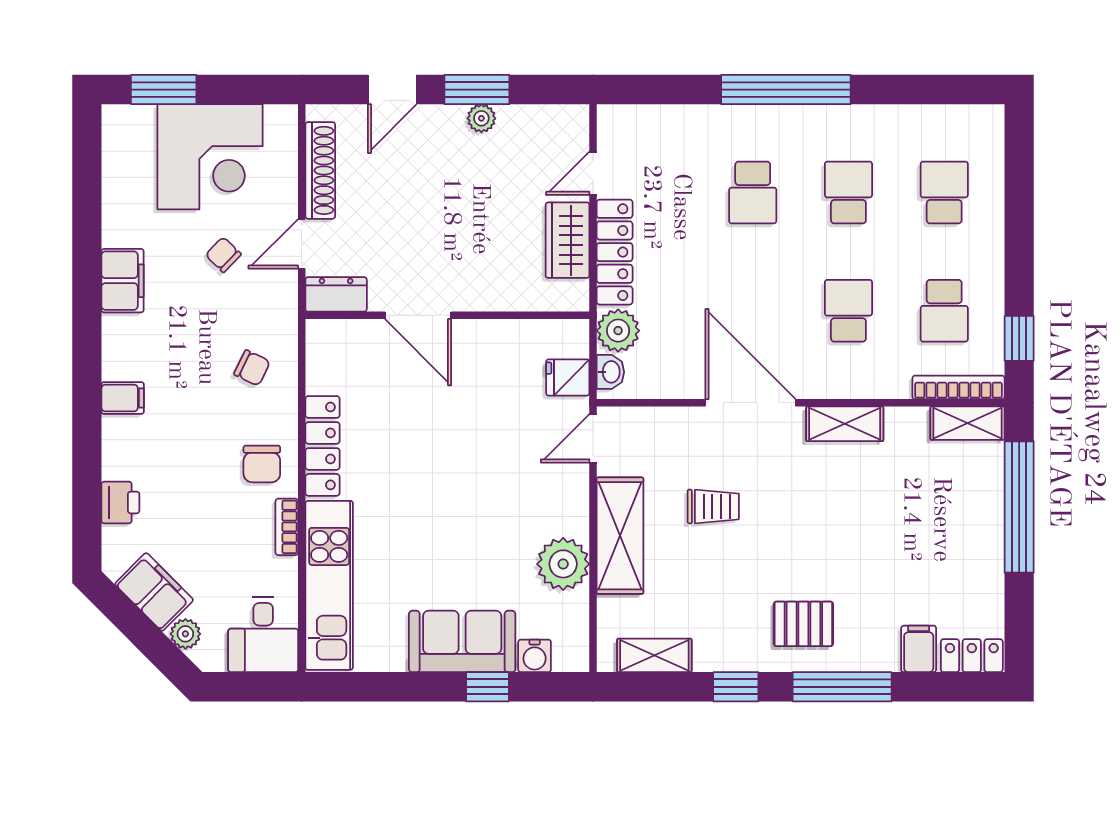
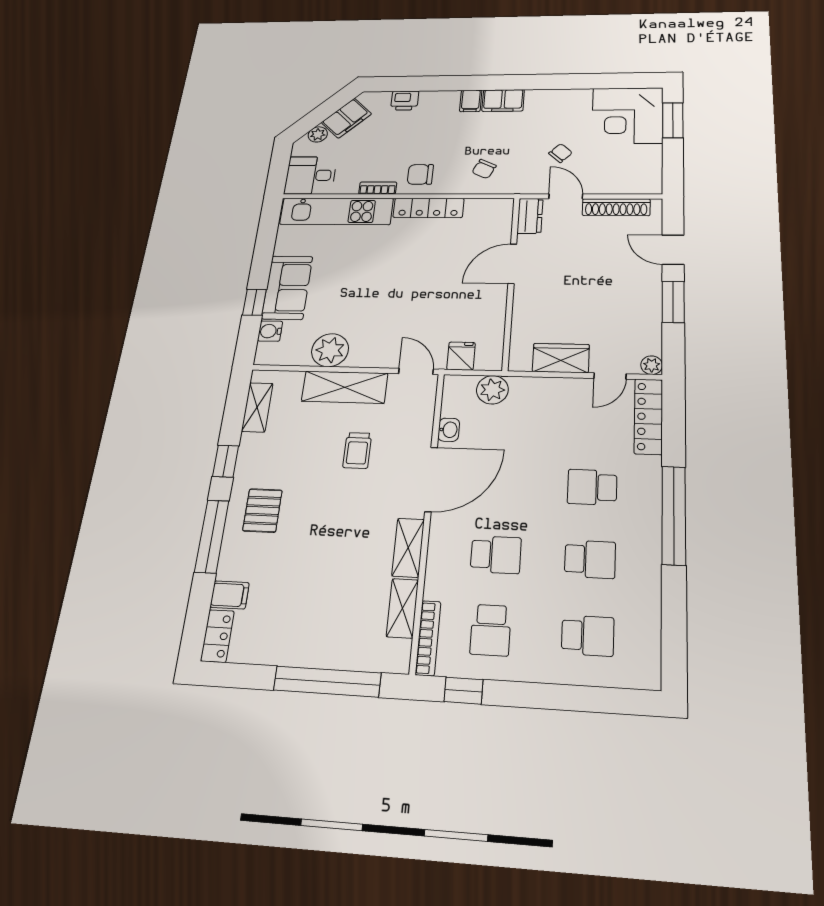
plant: (481, 118) -> (652, 365), moved
corner desk: (210, 157) -> (627, 116), moved
door: (593, 173) -> (610, 376), swing flipped
locker: (615, 252) -> (648, 416), moved, turned 90
filing cabinet: (123, 281) -> (503, 100), moved
school desk: (944, 311) -> (491, 630), turned -90
washbasin: (610, 372) -> (449, 430), moved, turned -90
shelving: (967, 423) -> (402, 608), moved

